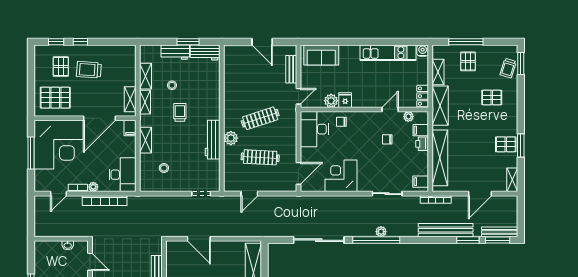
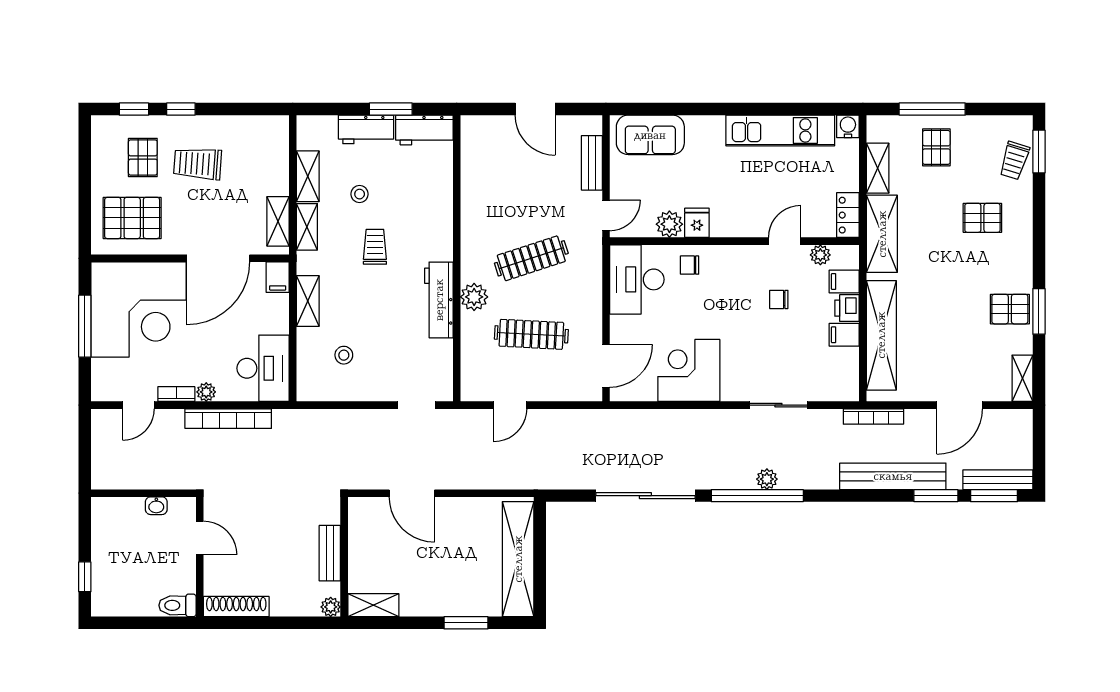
filing cabinet: (421, 182) -> (844, 335), moved

